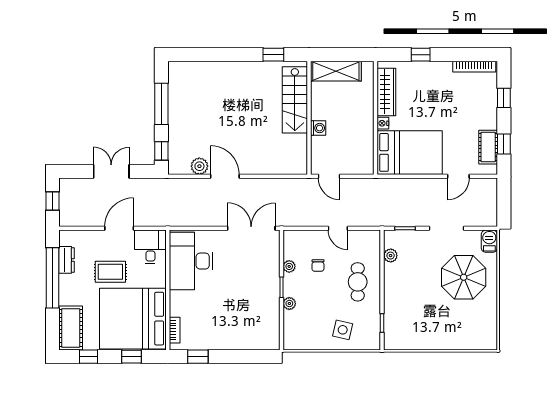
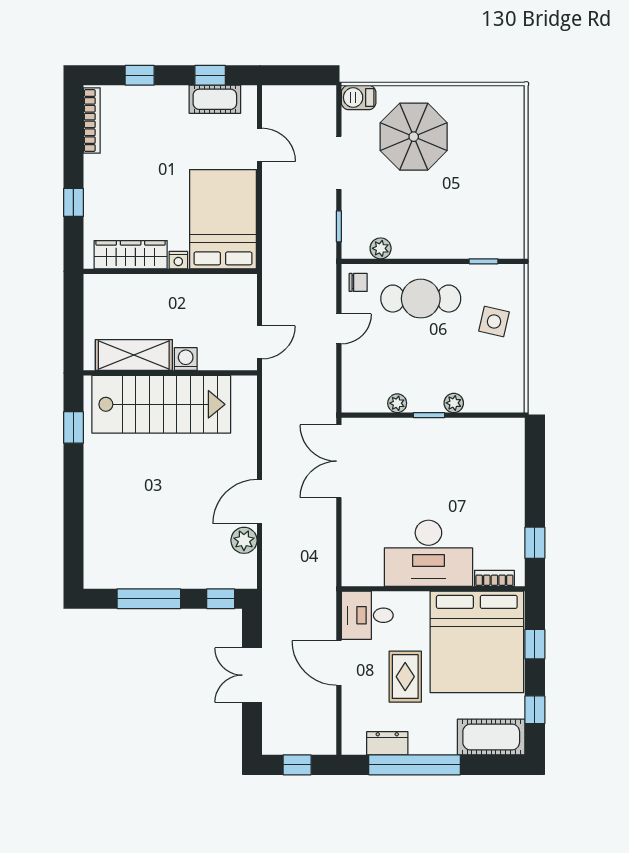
shelving: (336, 71) -> (134, 355), moved, turned 90
stairs: (295, 100) -> (161, 404), width x1.36, depth x1.51
desk: (191, 261) -> (428, 553), moved
chair: (318, 265) -> (358, 282), moved
cafe table: (358, 282) -> (421, 299), width x1.37, depth x1.35

